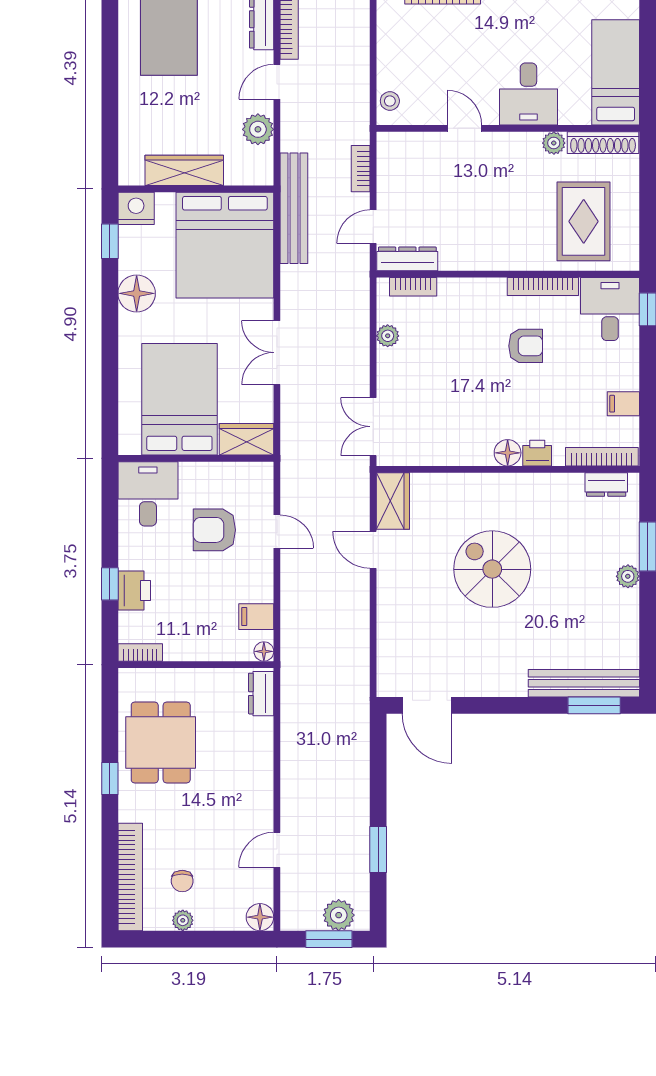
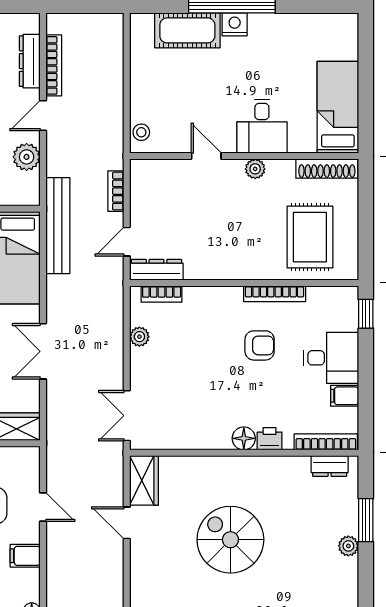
plant: (554, 143) -> (255, 169), moved
desk: (610, 309) -> (331, 358), moved, turned 90
filing cabinet: (256, 617) -> (25, 556), moved

